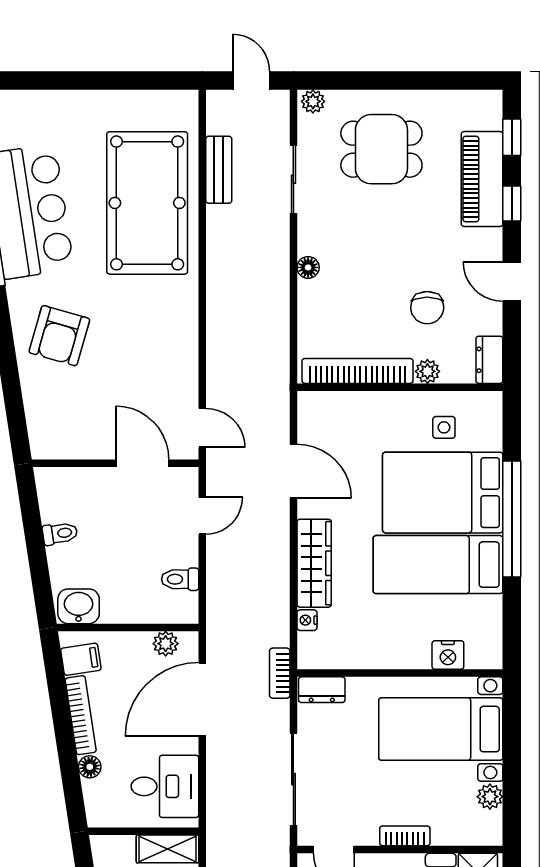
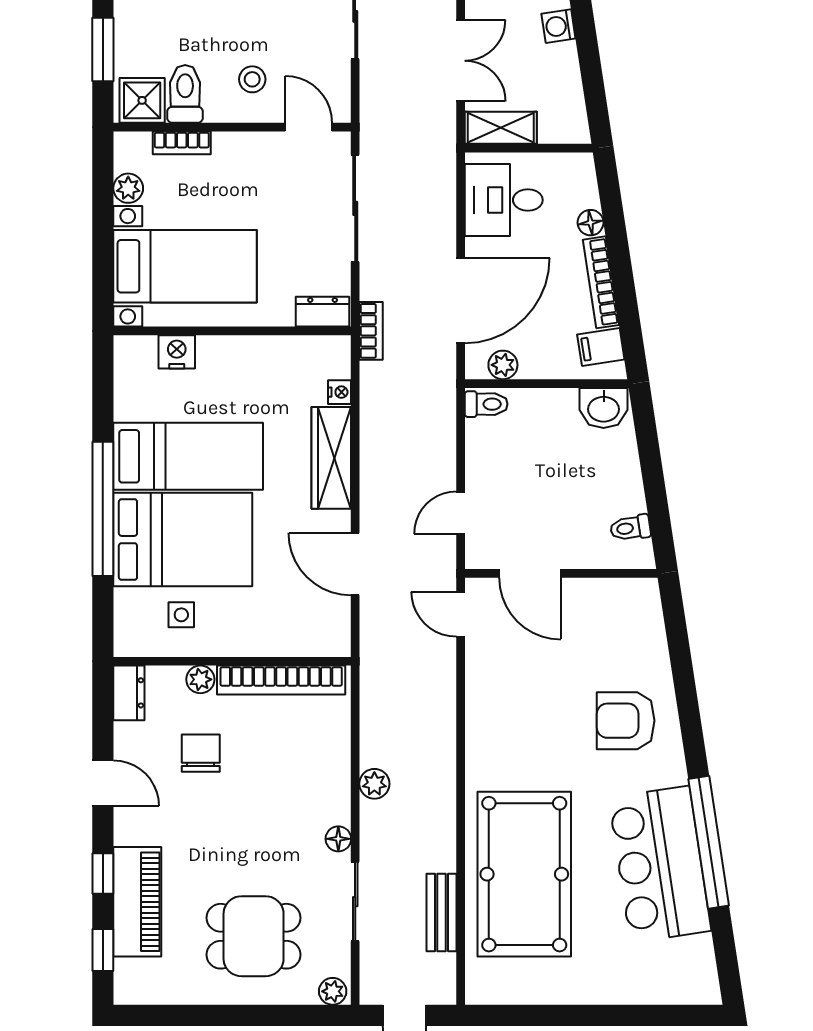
floor lamp: (308, 267) -> (338, 839), moved
plant: (277, 281) -> (374, 784), added
armchair: (59, 336) -> (626, 721), turned -106
toilet: (60, 533) -> (630, 528), moved
toilet: (180, 579) -> (486, 404), moved
bookcase: (405, 836) -> (182, 143), moved

